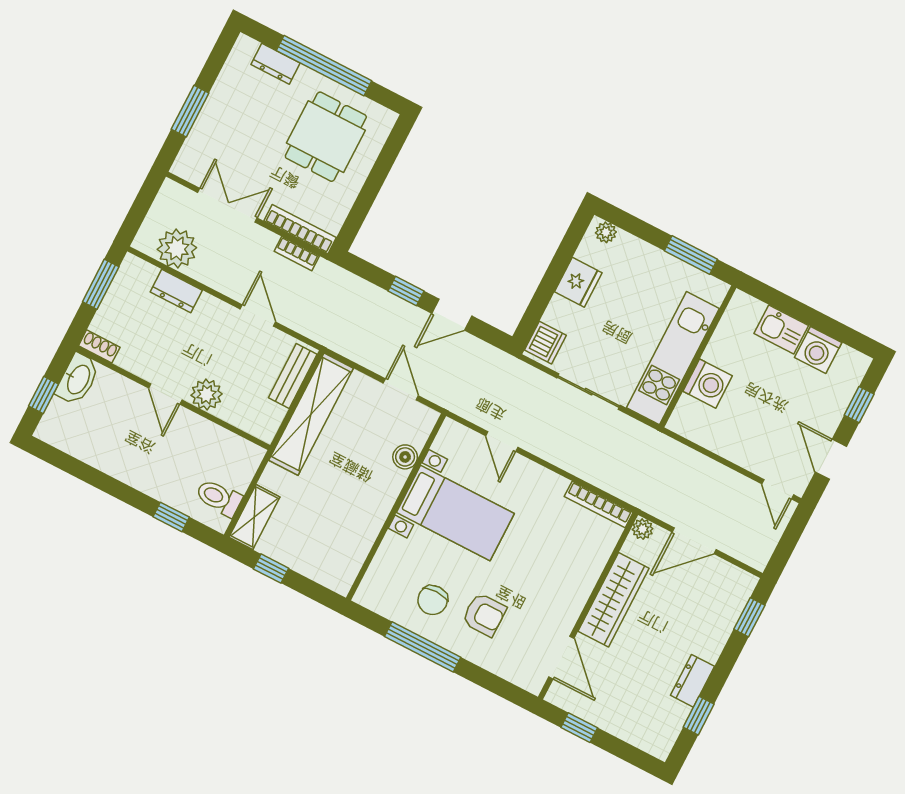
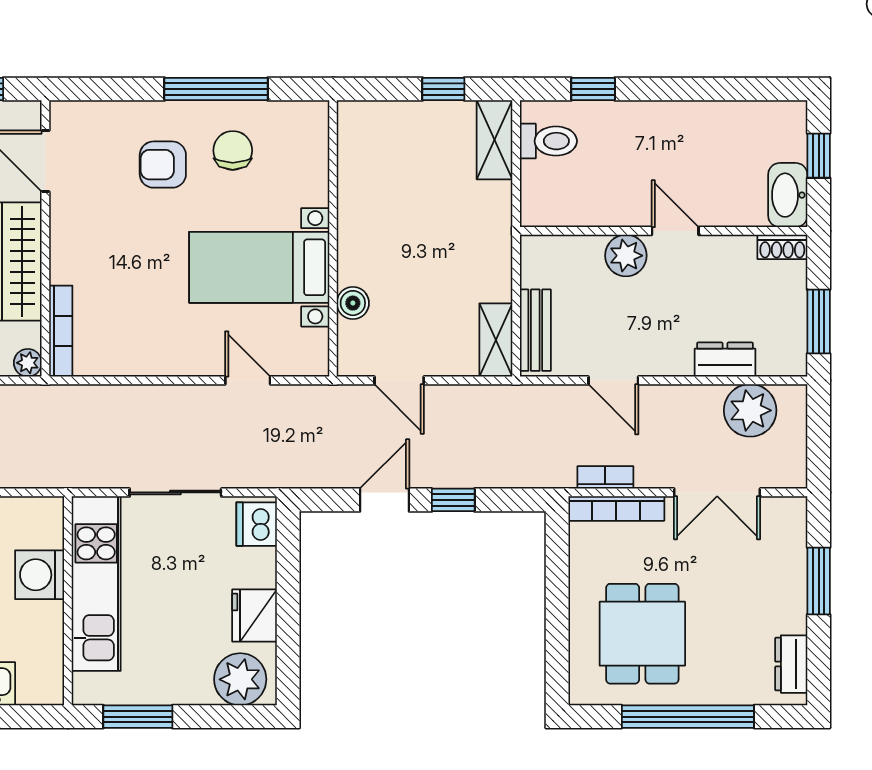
dresser: (276, 64) -> (791, 664), moved, turned -90
plant: (606, 232) -> (240, 679), width x1.88, depth x1.88
shelving: (311, 414) -> (496, 340), width x0.45, depth x0.75
bookcase: (599, 504) -> (61, 331), moved, turned 90

